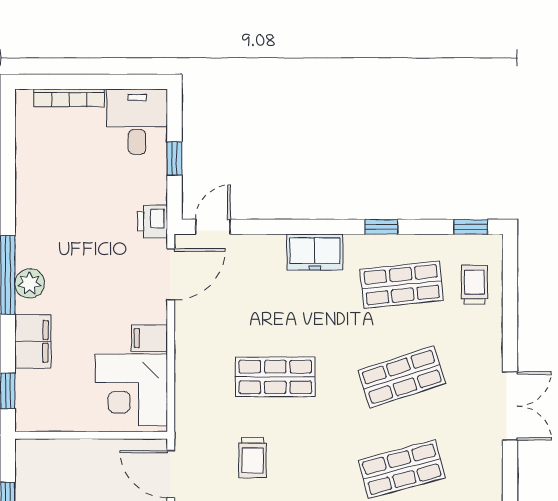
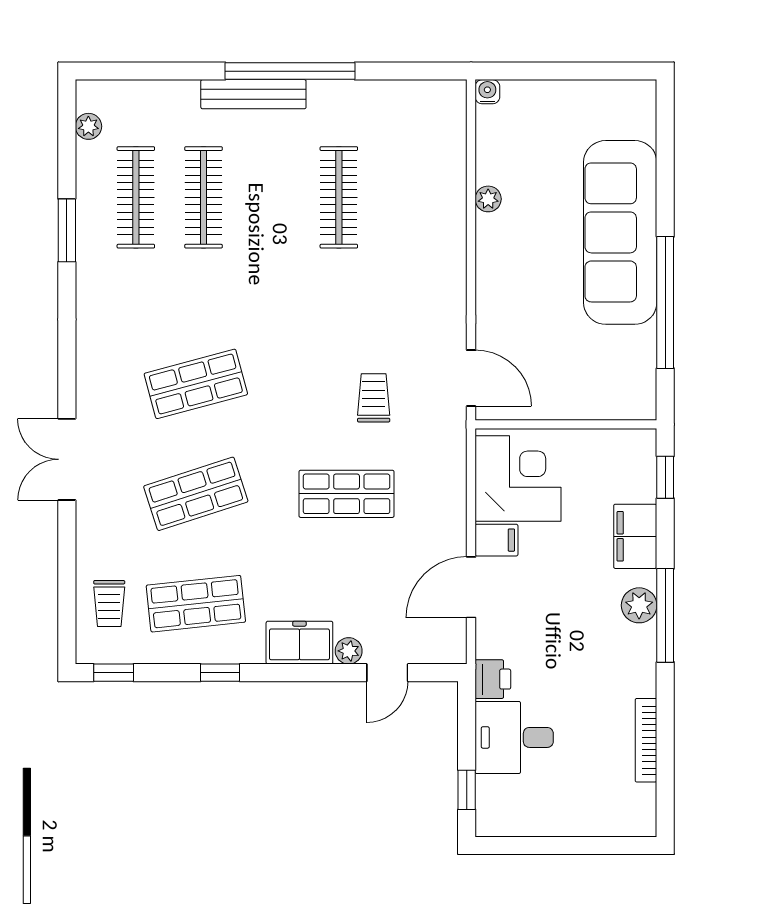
bookcase: (69, 98) -> (646, 740), moved, turned -90
desk: (137, 122) -> (514, 737), moved, turned 90
window: (174, 158) -> (467, 790), moved
door: (213, 227) -> (387, 673), moved
plant: (273, 245) -> (349, 651), added
door: (171, 274) -> (471, 587), moved

